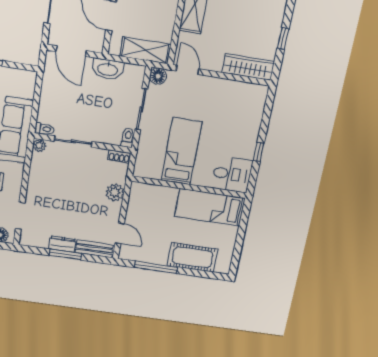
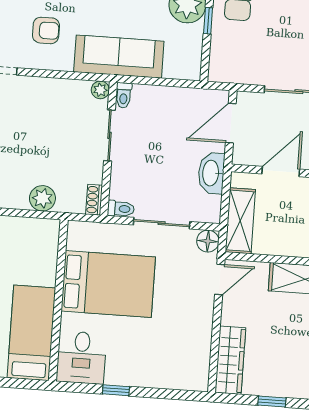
bed: (181, 151) -> (108, 284), width x1.50

